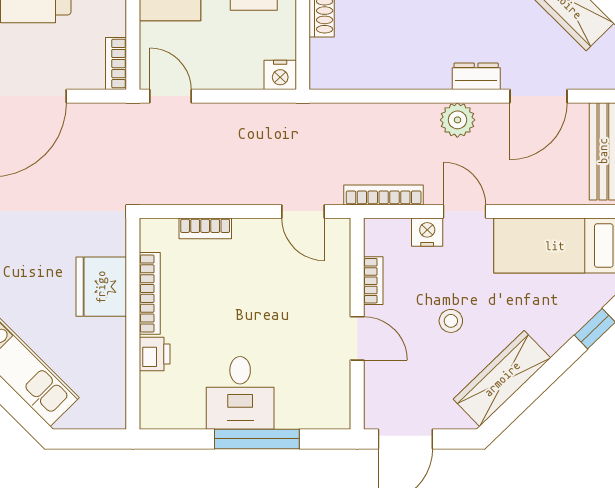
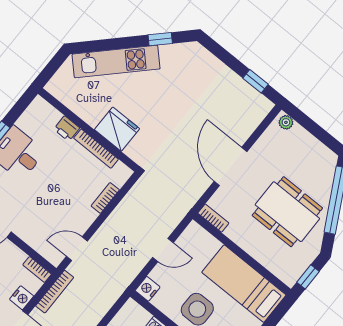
door: (171, 96) -> (163, 250), moved
bookcase: (373, 281) -> (37, 270), moved

